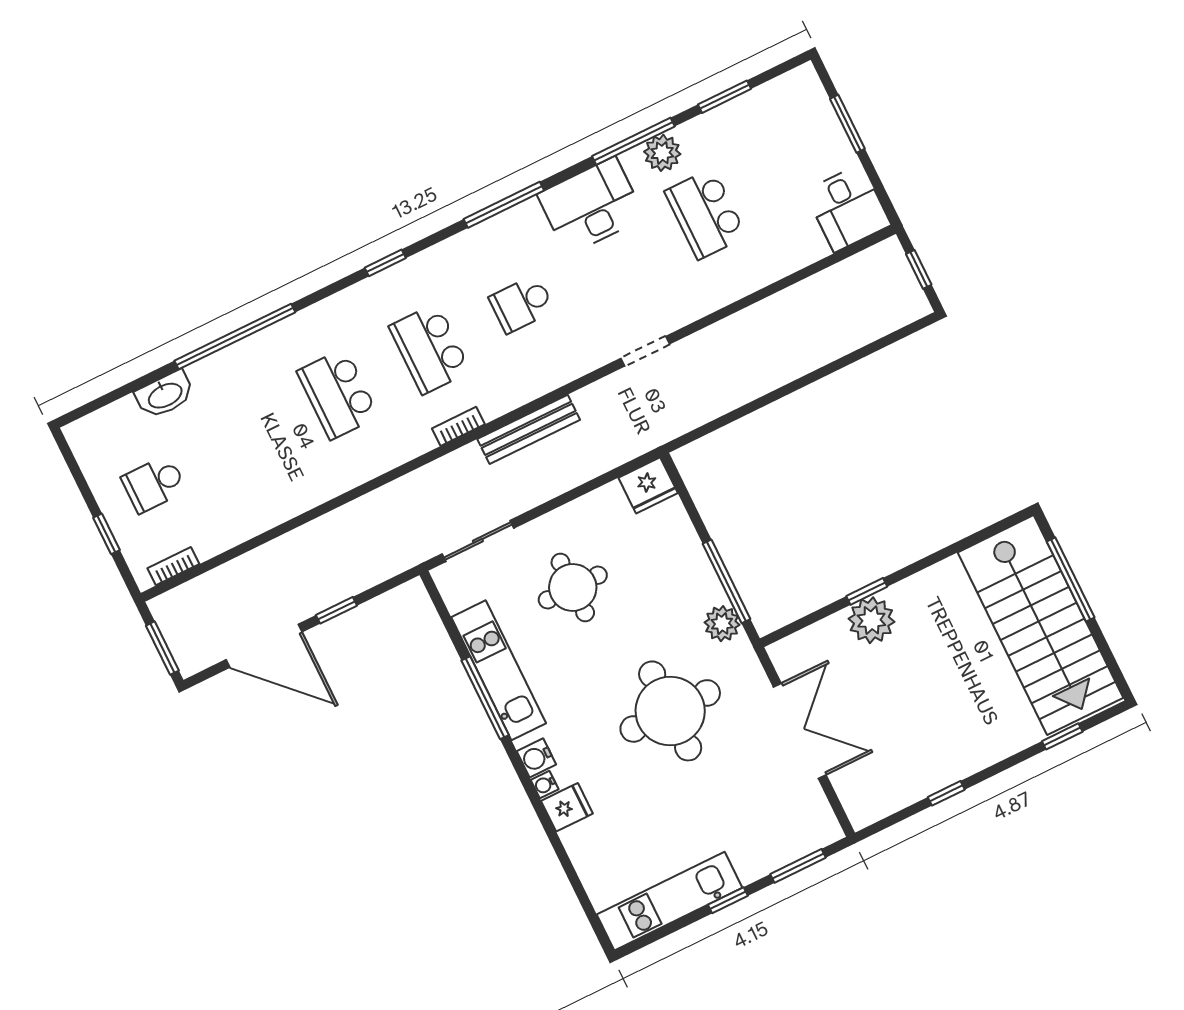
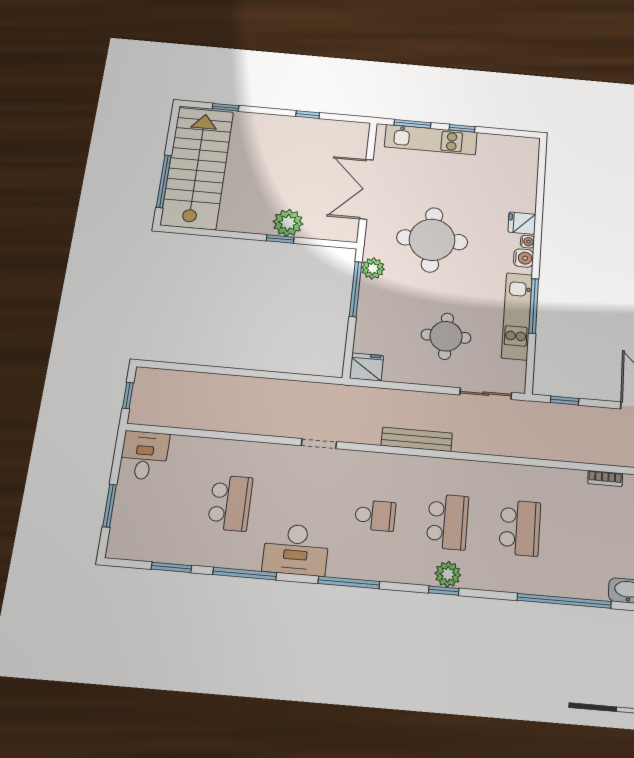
plant: (662, 153) -> (448, 574), moved
bookcase: (458, 426) -> (605, 479), moved
window: (336, 610) -> (565, 401), moved
kitchen unit: (670, 901) -> (431, 140), moved

